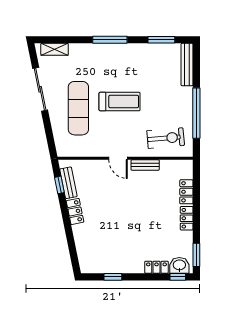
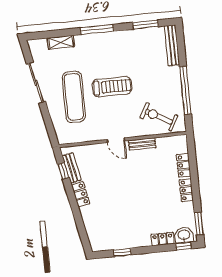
shelving: (55, 49) -> (61, 42), moved
exercise bike: (166, 138) -> (159, 117), turned -146

